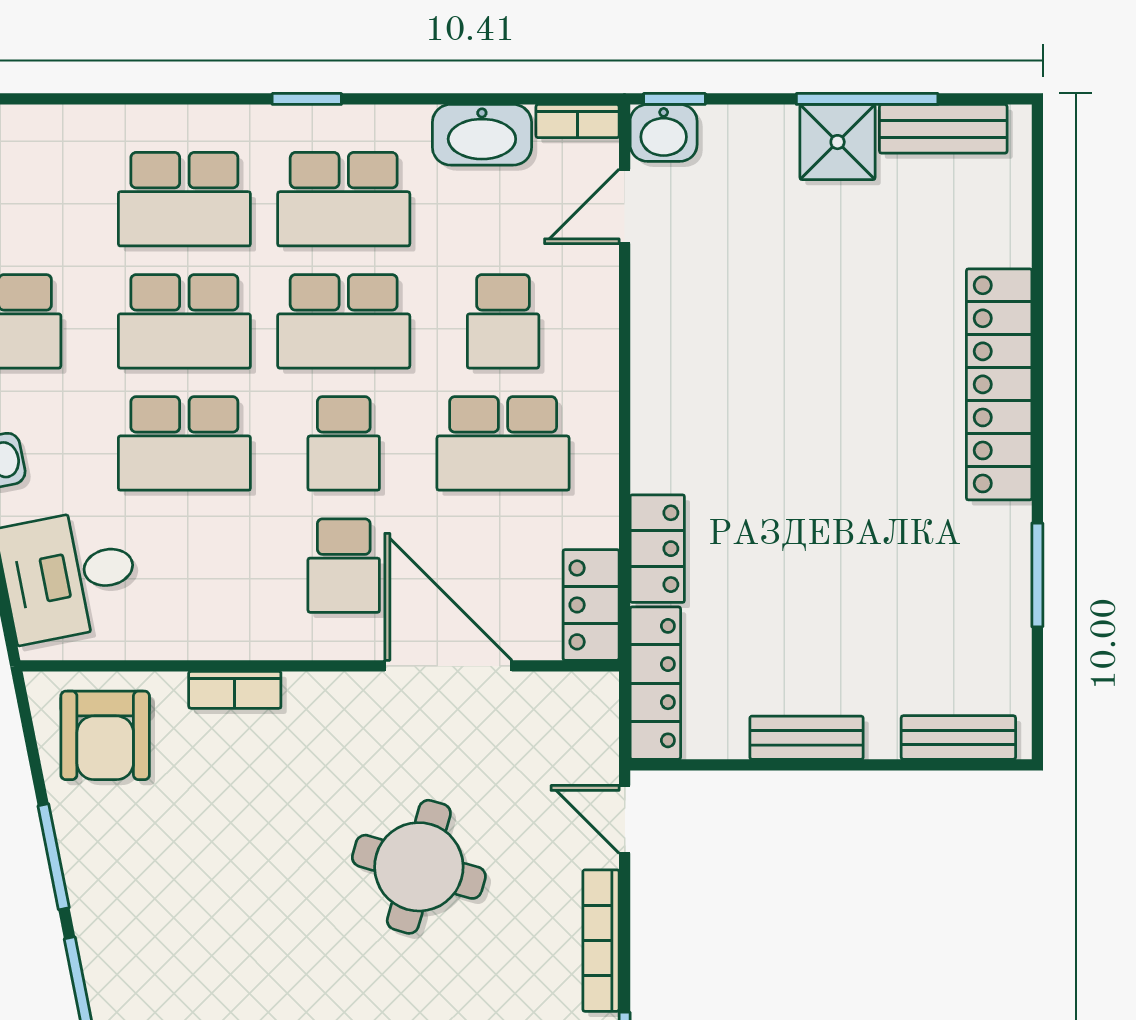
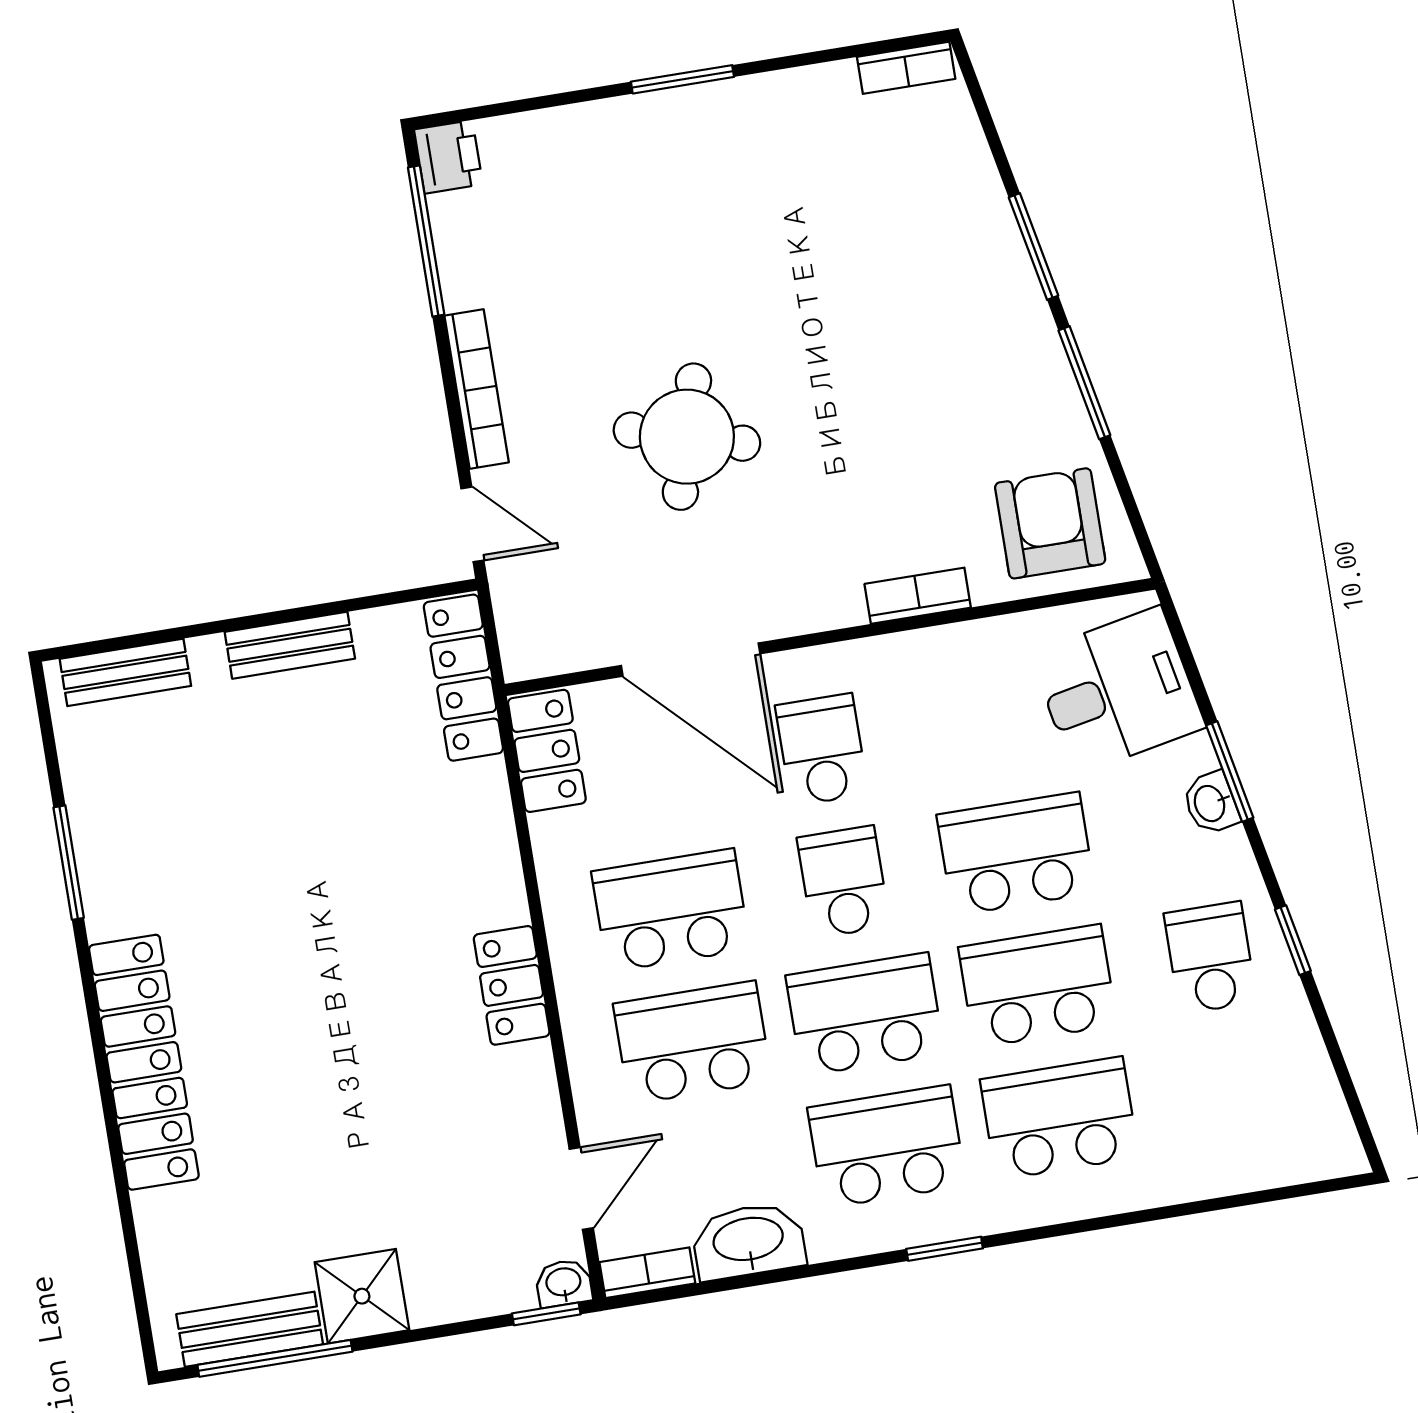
window: (867, 99) -> (275, 1358), moved
washbasin: (664, 133) -> (564, 1283), width x0.72, depth x0.69
school desk: (503, 321) -> (692, 1043), width x1.85
locker: (657, 549) -> (512, 985), moved

